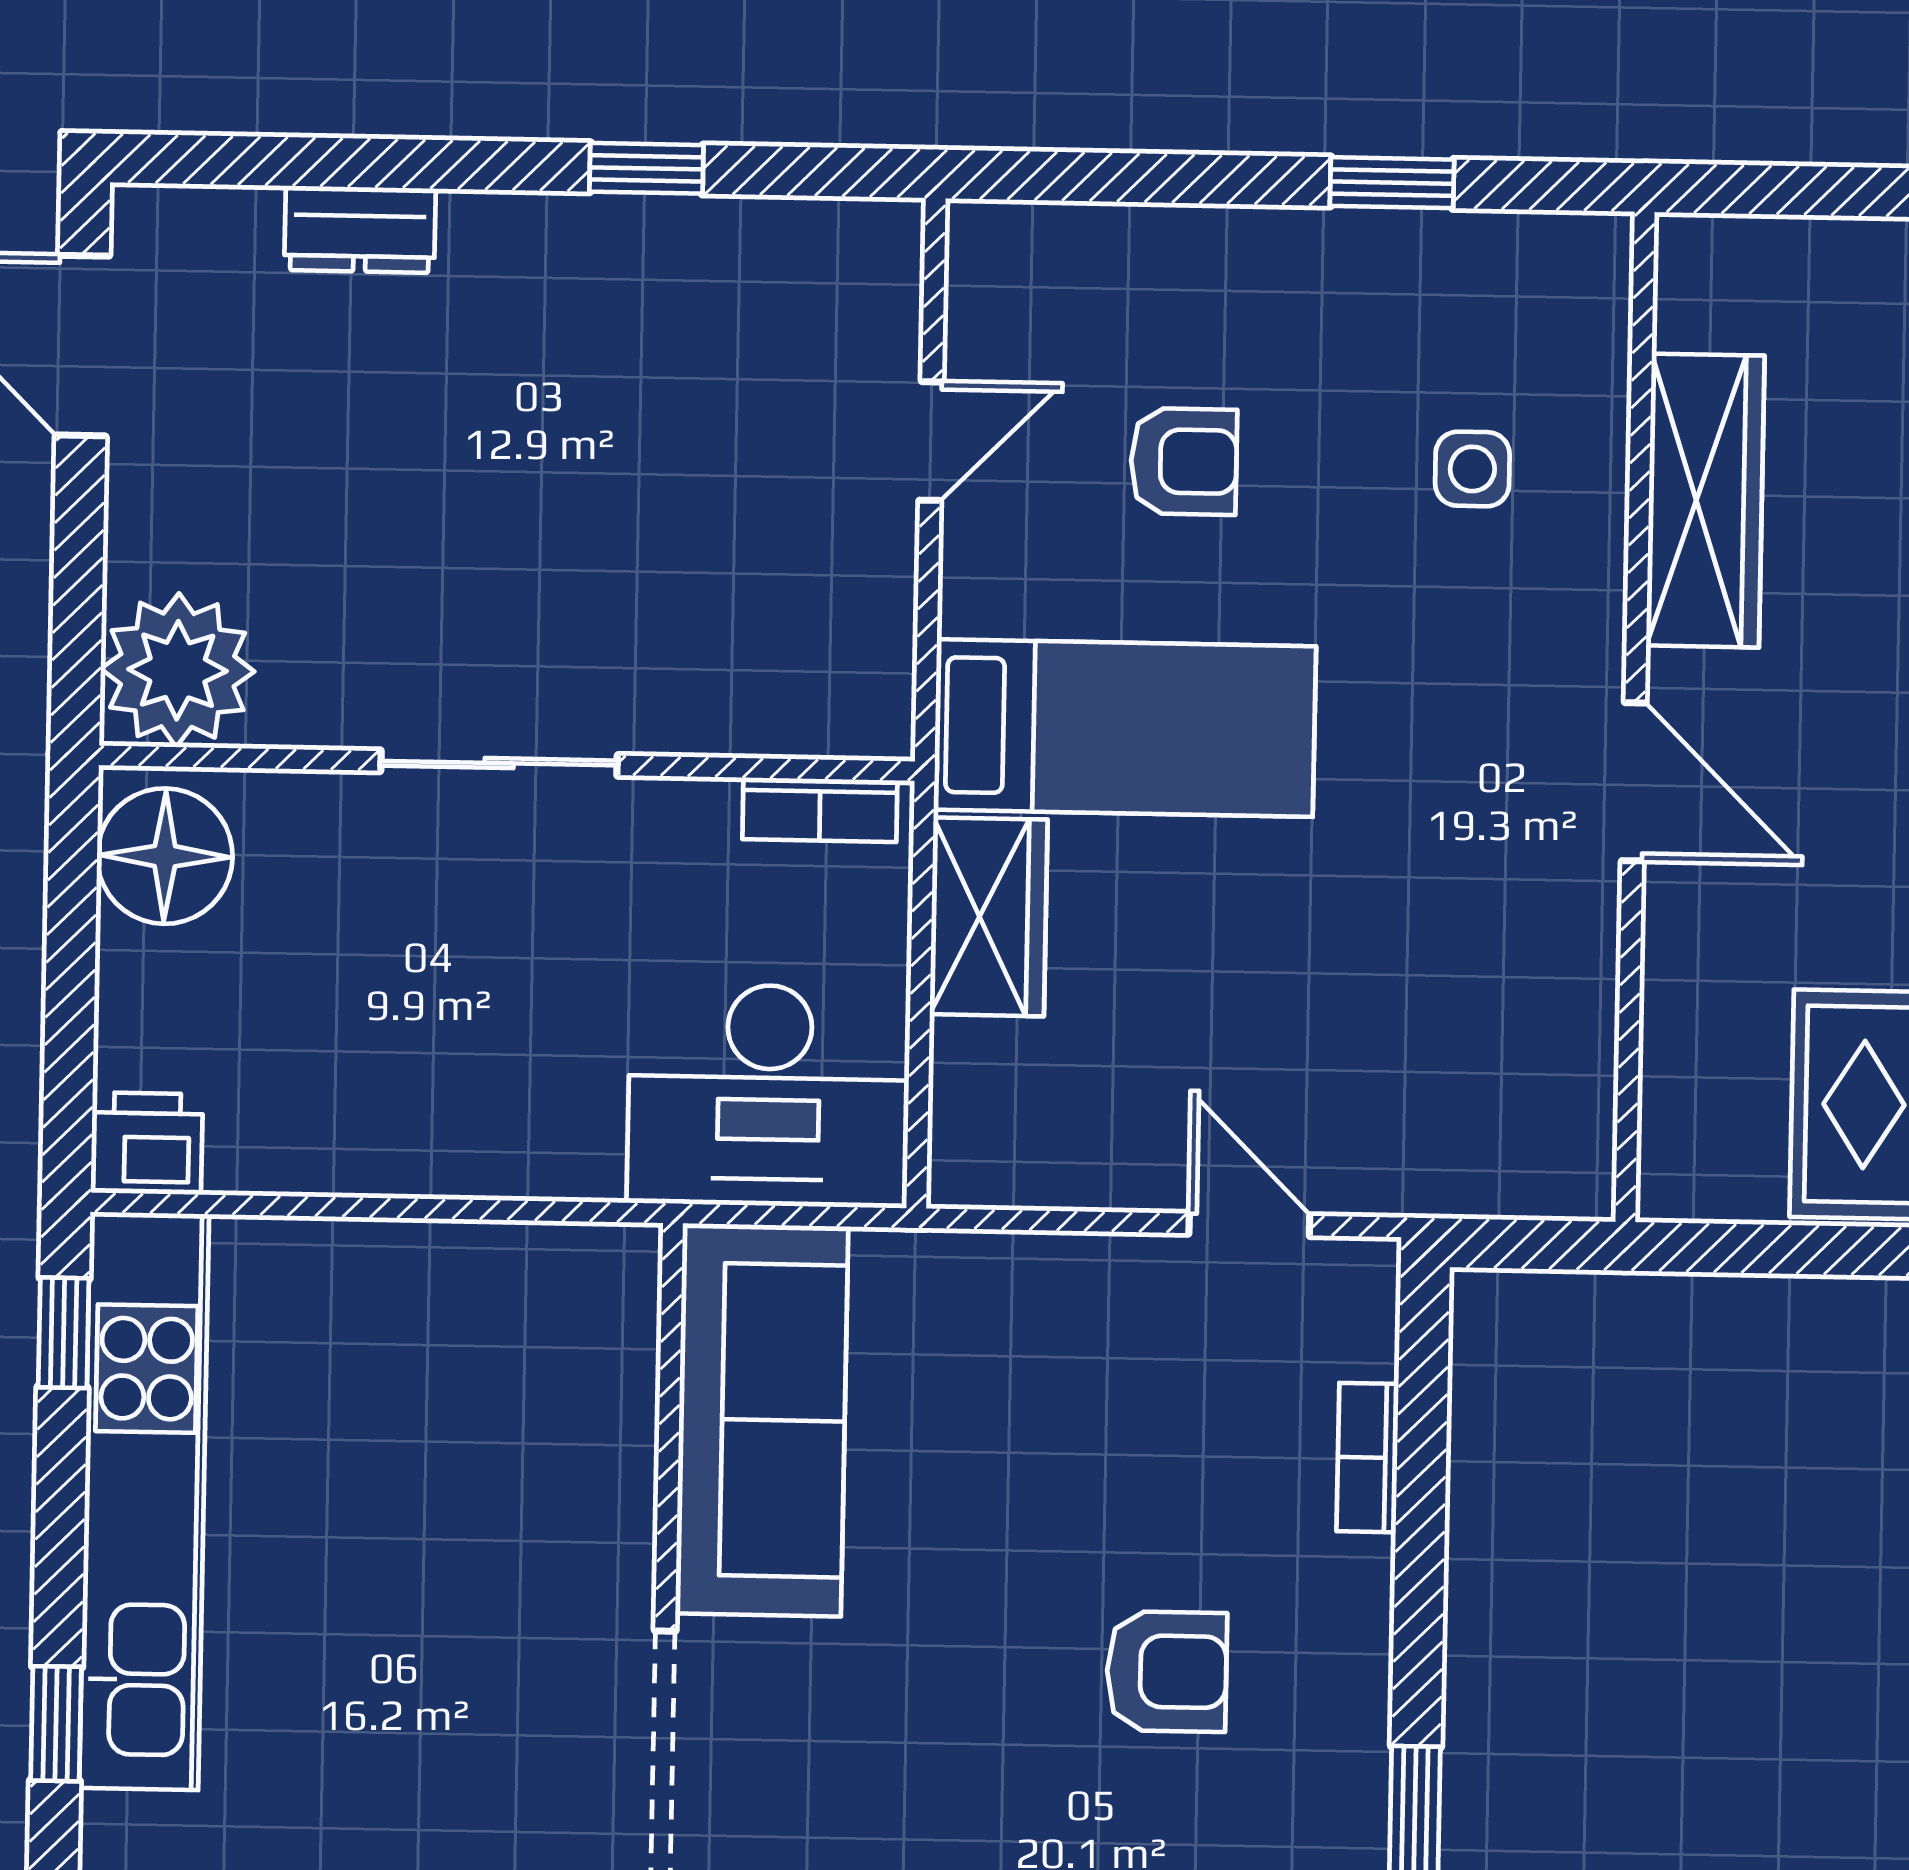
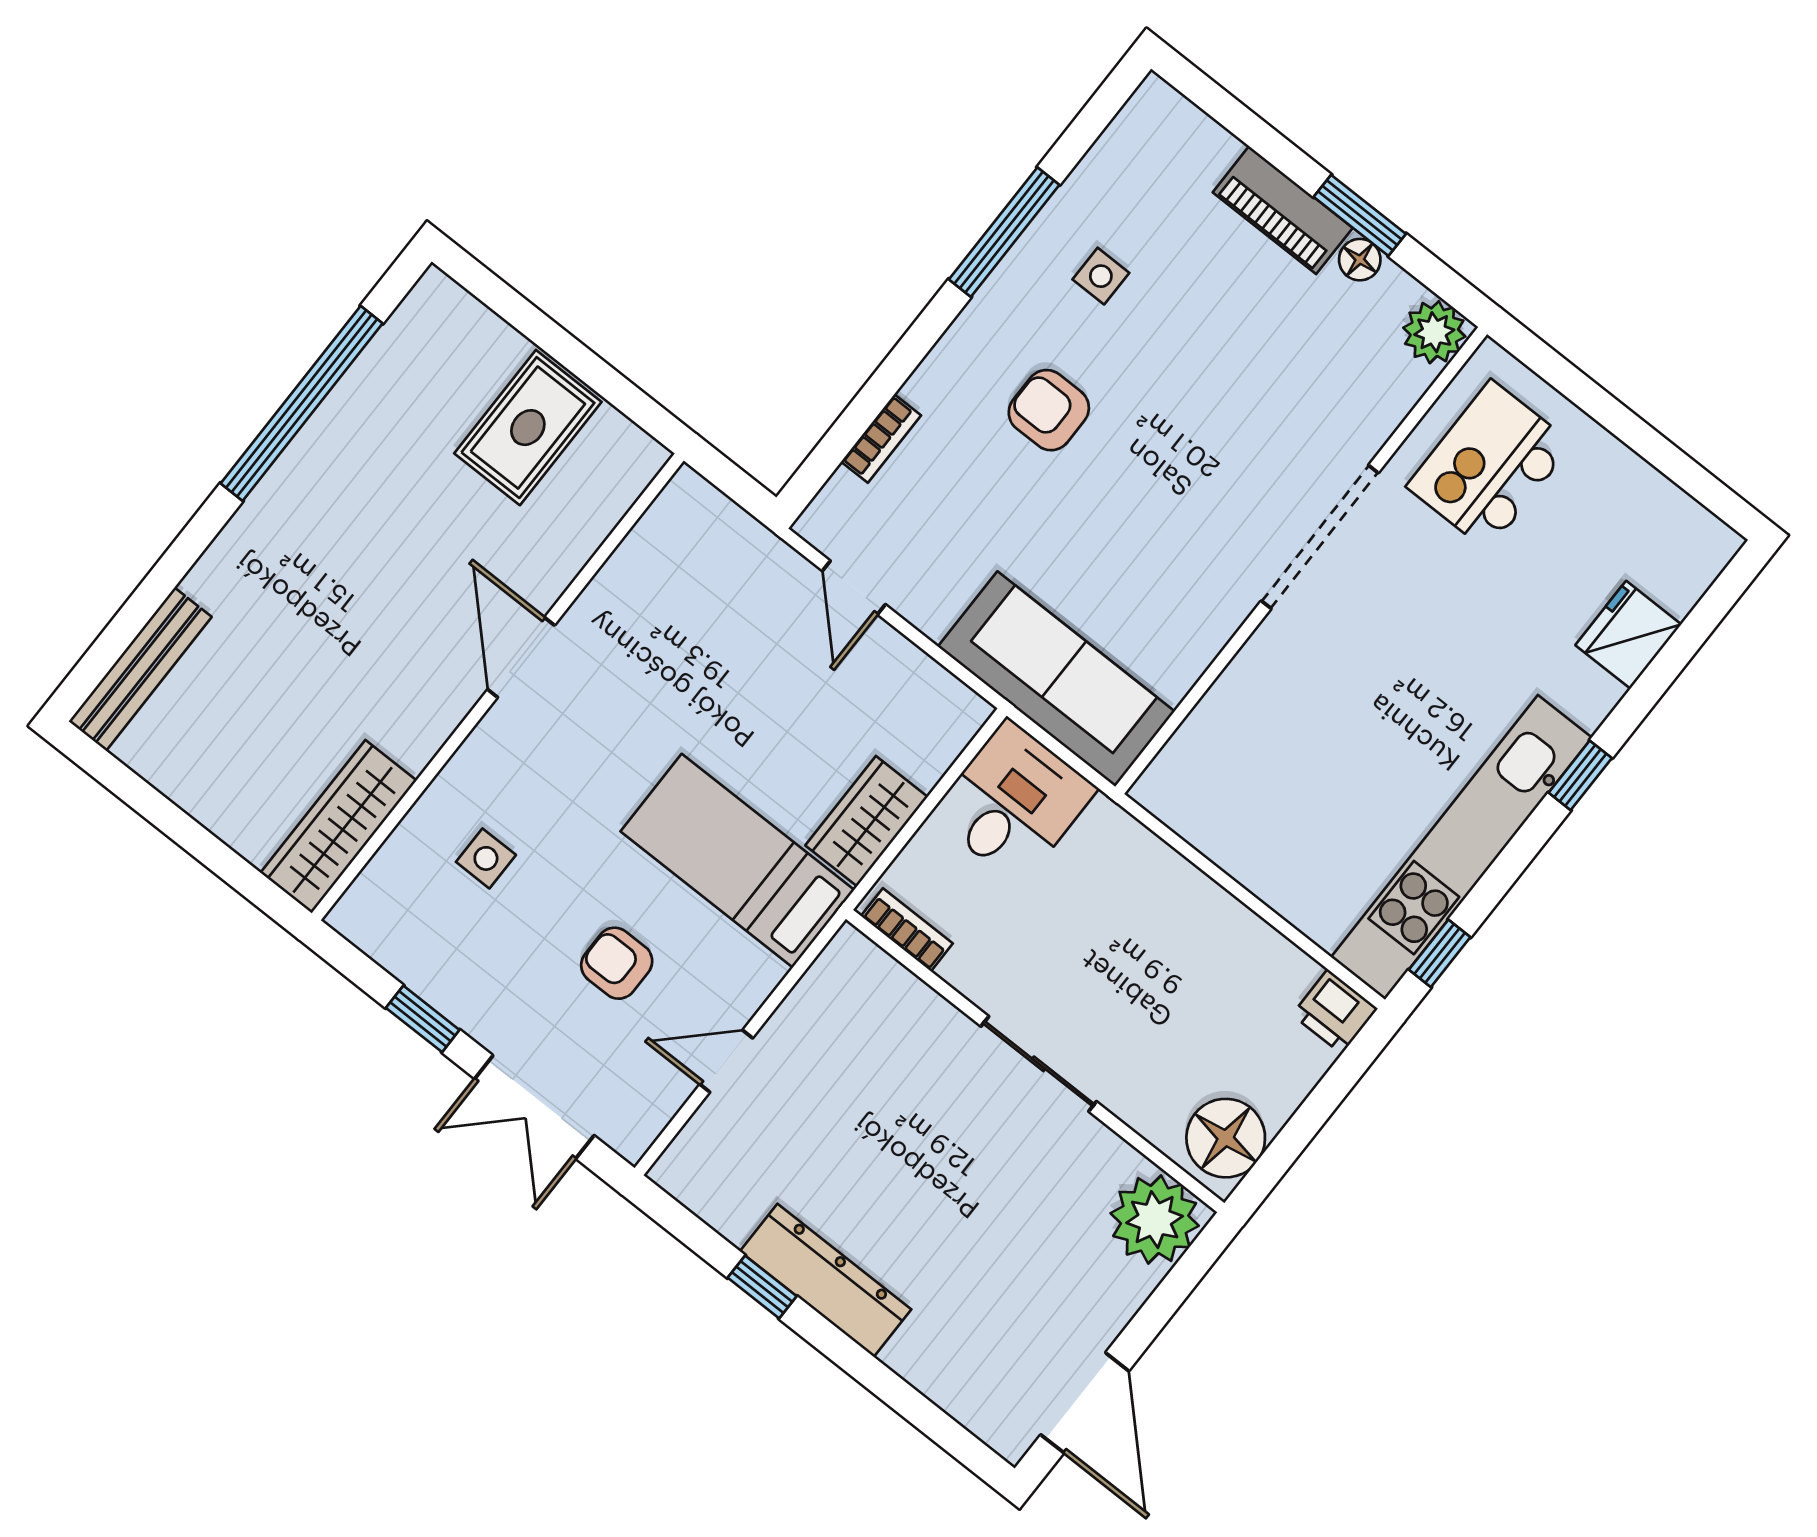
double door: (1147, 178) -> (534, 1107), added
dresser: (360, 229) -> (826, 1280), moved, width x1.96, depth x1.24
wardrobe: (1705, 501) -> (339, 827), moved
desk: (769, 1096) -> (1013, 802), width x0.73
sofa: (762, 1420) -> (1056, 679), moved, turned 90

